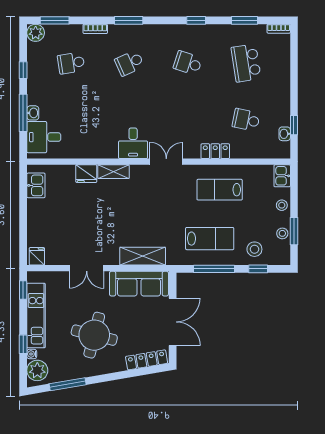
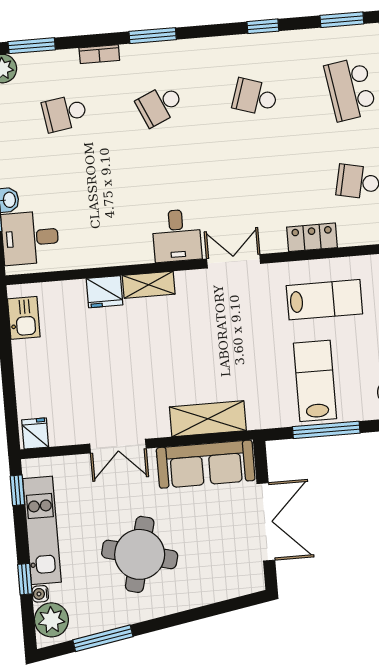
lab bench: (220, 190) -> (324, 300), turned 180
lab bench: (210, 239) -> (315, 381), turned -90
locker: (147, 360) -> (228, 588), removed

